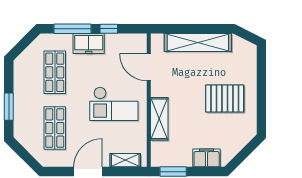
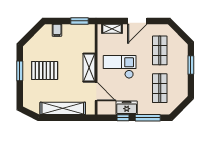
freezer: (89, 43) -> (127, 108), moved
window: (261, 98) -> (20, 71), added
shelving: (159, 119) -> (89, 68), moved
filing cabinet: (207, 158) -> (57, 30), width x0.50

